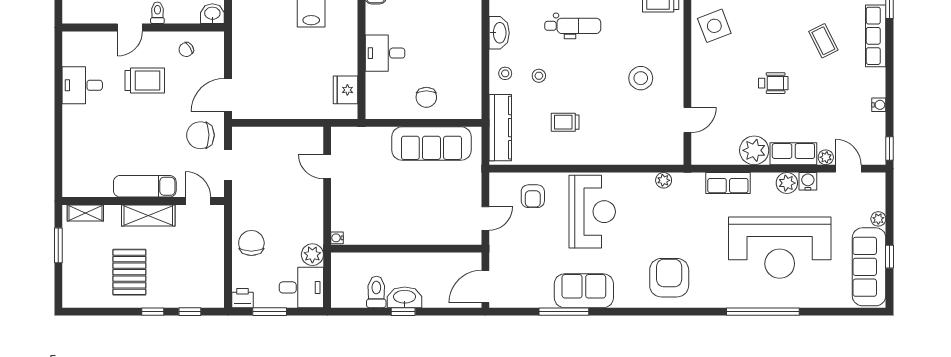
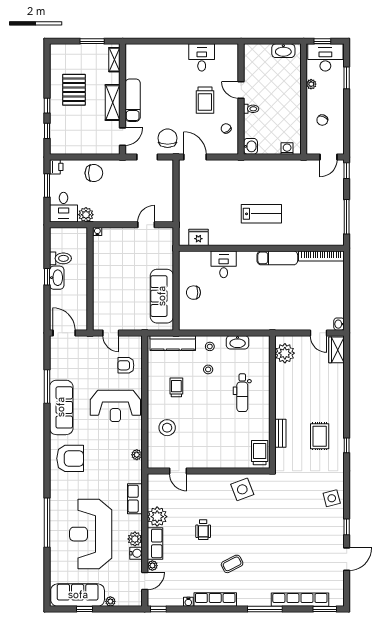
row of seats: (876, 36) -> (215, 600), moved
stool: (641, 78) -> (167, 428), moved
pallet: (129, 272) -> (74, 90), turned 90
sofa: (584, 291) -> (61, 407), width x1.36

